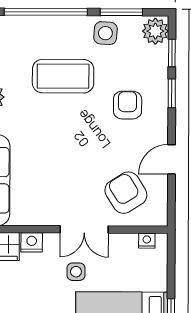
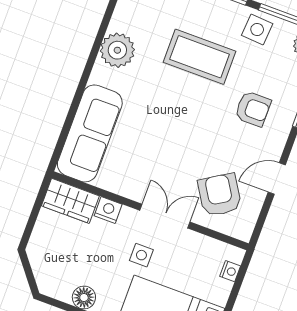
armchair: (128, 105) -> (253, 109), turned 90
double door: (84, 229) -> (165, 216), swing flipped
nightstand: (147, 241) -> (230, 271), moved, turned 90

